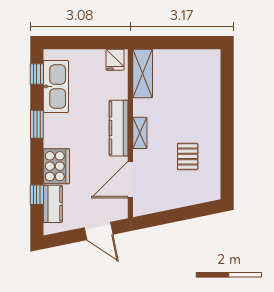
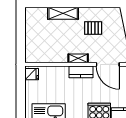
shelving: (143, 73) -> (63, 13), moved
kitchen counter: (119, 128) -> (81, 72), width x0.67

